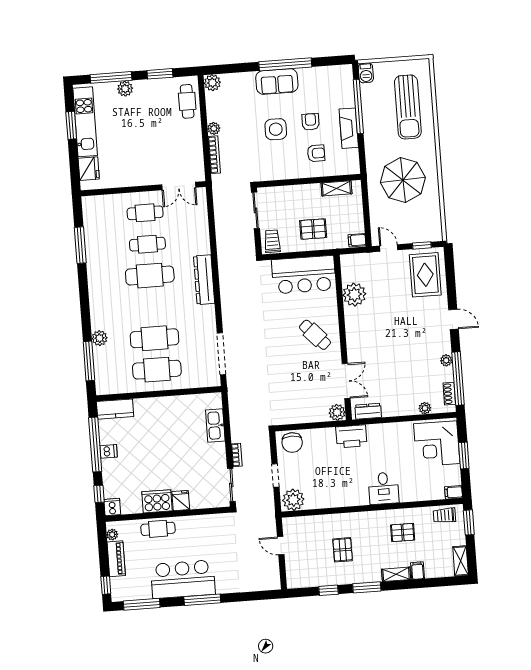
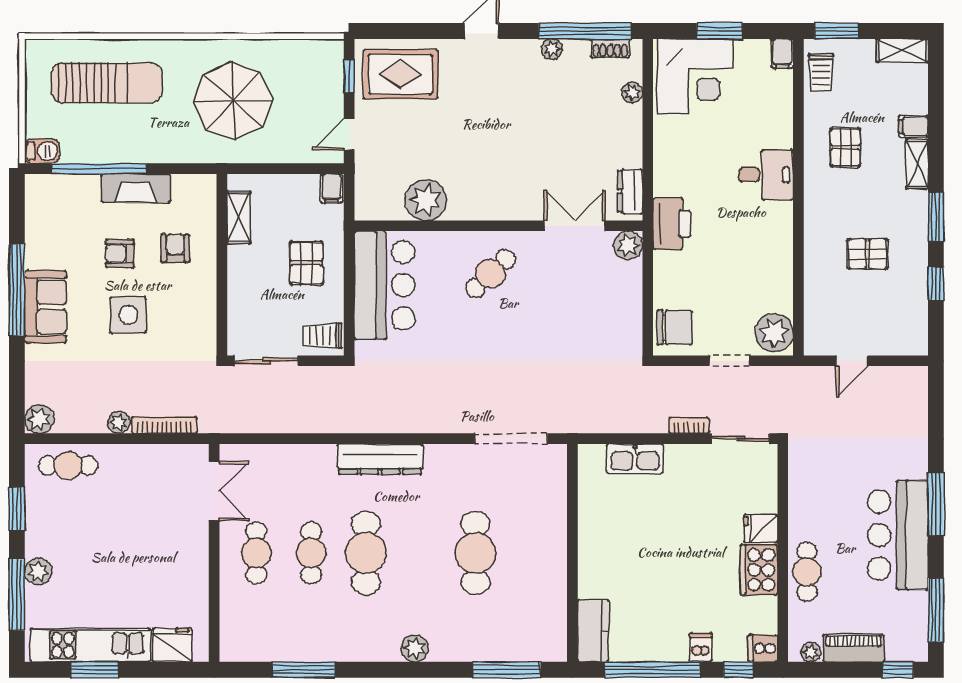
plant: (100, 338) -> (415, 648), moved
cafe table: (157, 370) -> (530, 553), removed
dishwasher: (109, 451) -> (701, 648), moved

